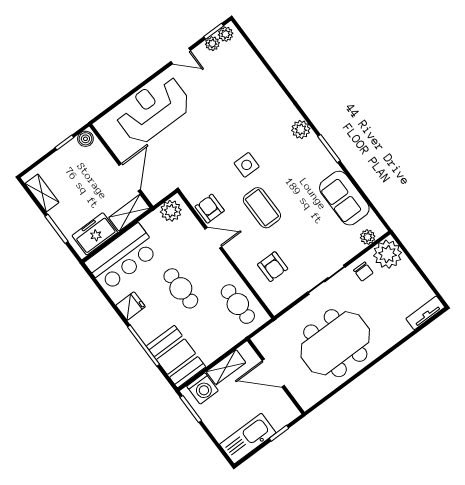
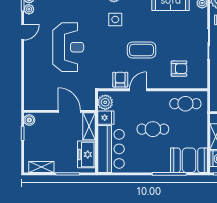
reception desk: (153, 110) -> (68, 47), moved, turned 180
side table: (247, 165) -> (115, 19), moved
armchair: (210, 209) -> (120, 80), turned 90
fridge: (131, 306) -> (106, 118), moved, turned 90

